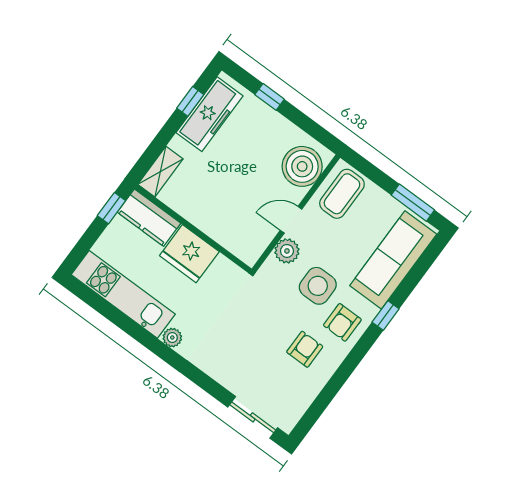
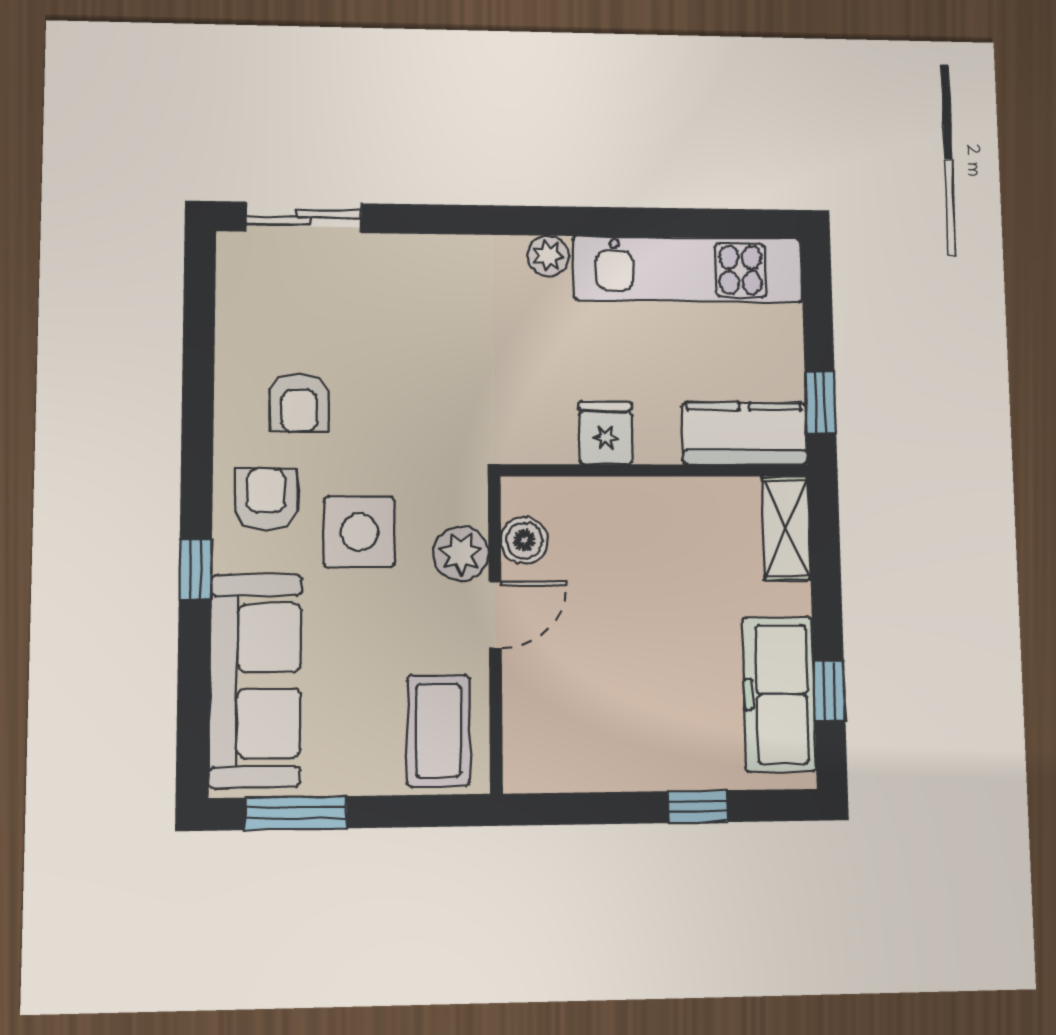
boiler: (302, 166) -> (525, 540), moved, width x0.54, depth x0.54
fridge: (189, 254) -> (606, 433), width x0.53, depth x0.75

